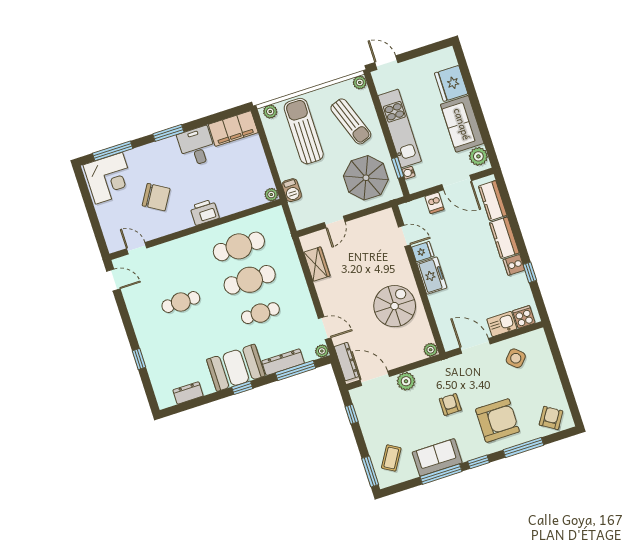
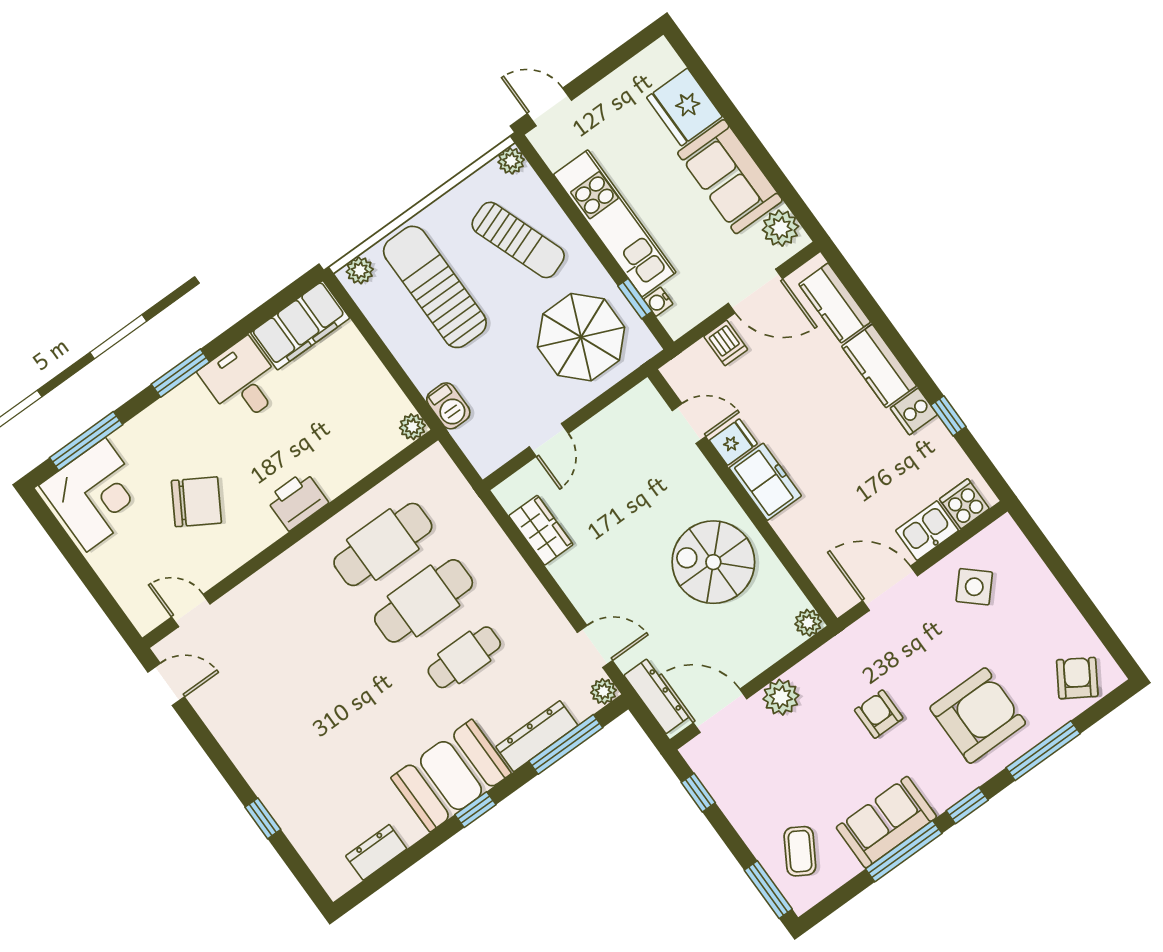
cafe table: (181, 302) -> (307, 685), removed
spiral stairs: (395, 306) -> (713, 562), turned -90

